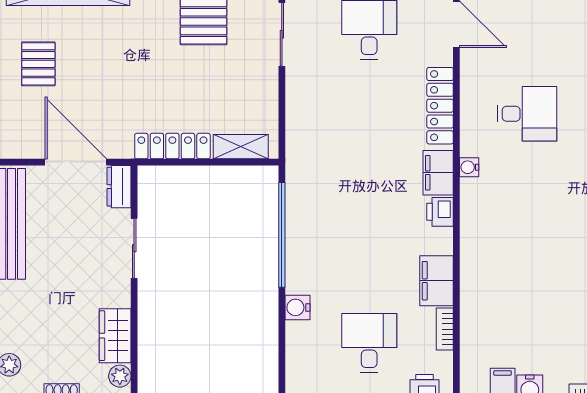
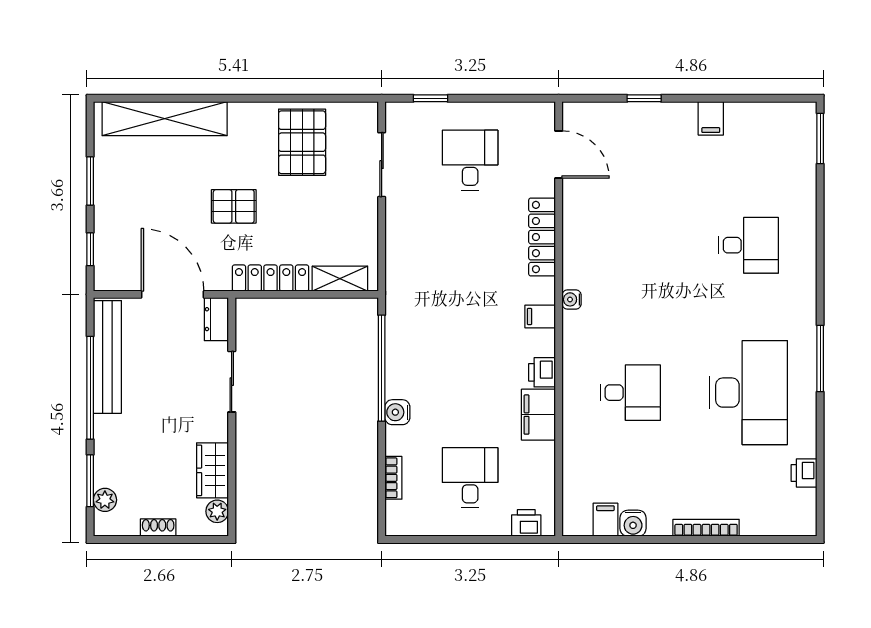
pallet: (38, 64) -> (234, 206), moved, turned 90
desk: (527, 114) -> (630, 393), moved
filing cabinet: (438, 173) -> (540, 316), width x0.50
printer: (440, 212) -> (542, 372), moved
water cooler: (297, 307) -> (397, 412), moved
bookcase: (445, 329) -> (393, 478), moved, turned 180

